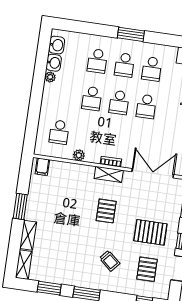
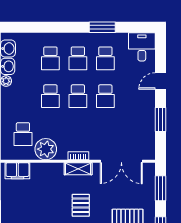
window: (131, 34) -> (102, 27), moved
plant: (79, 155) -> (46, 149), width x1.88, depth x1.88
filing cabinet: (42, 167) -> (17, 171), width x2.00
double door: (153, 173) -> (121, 161), swing flipped

